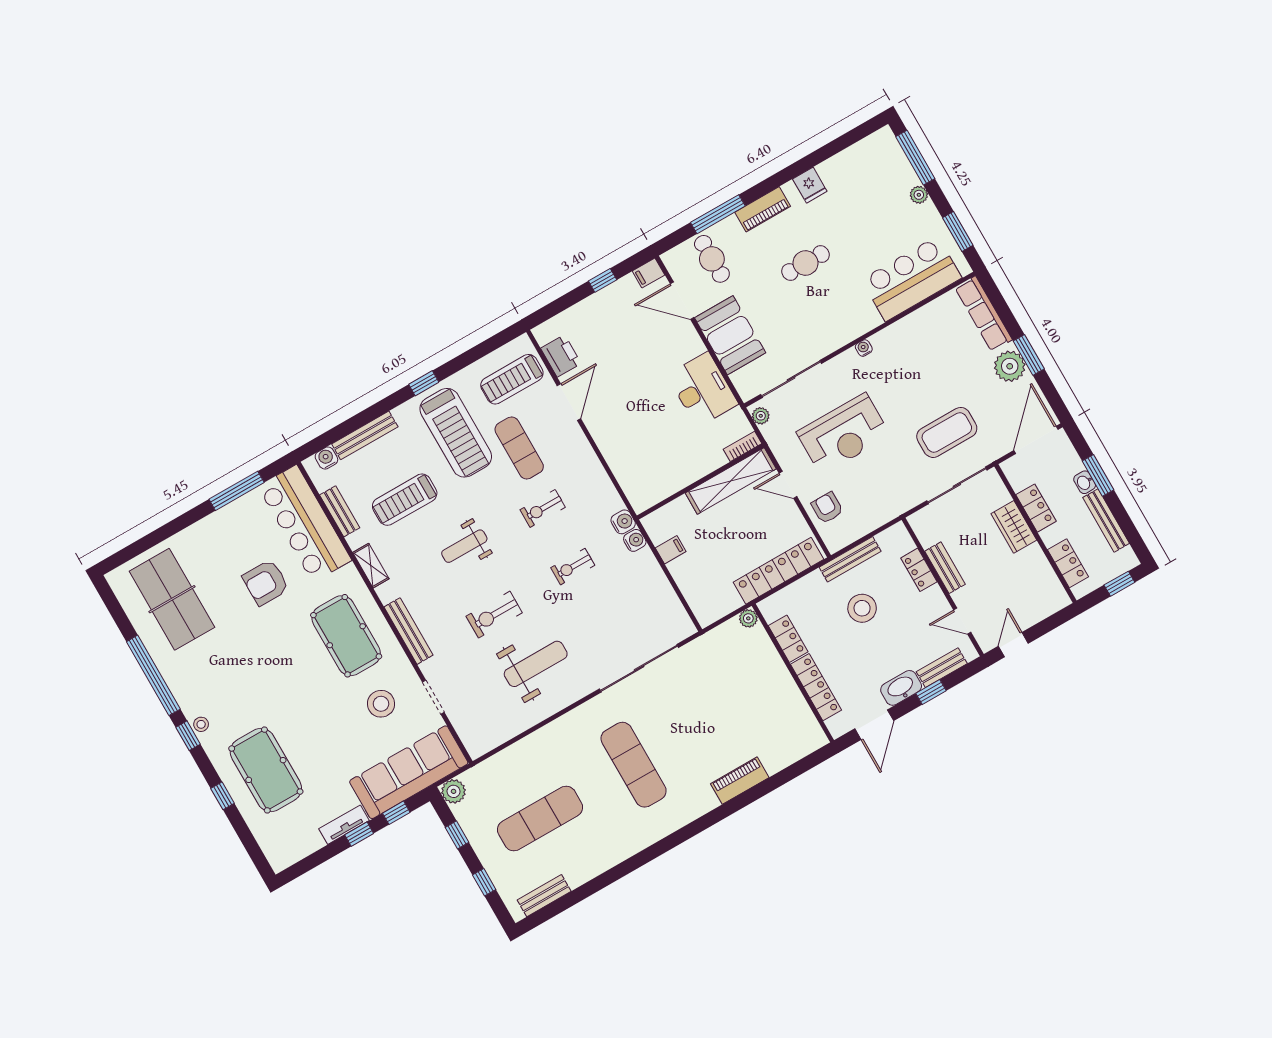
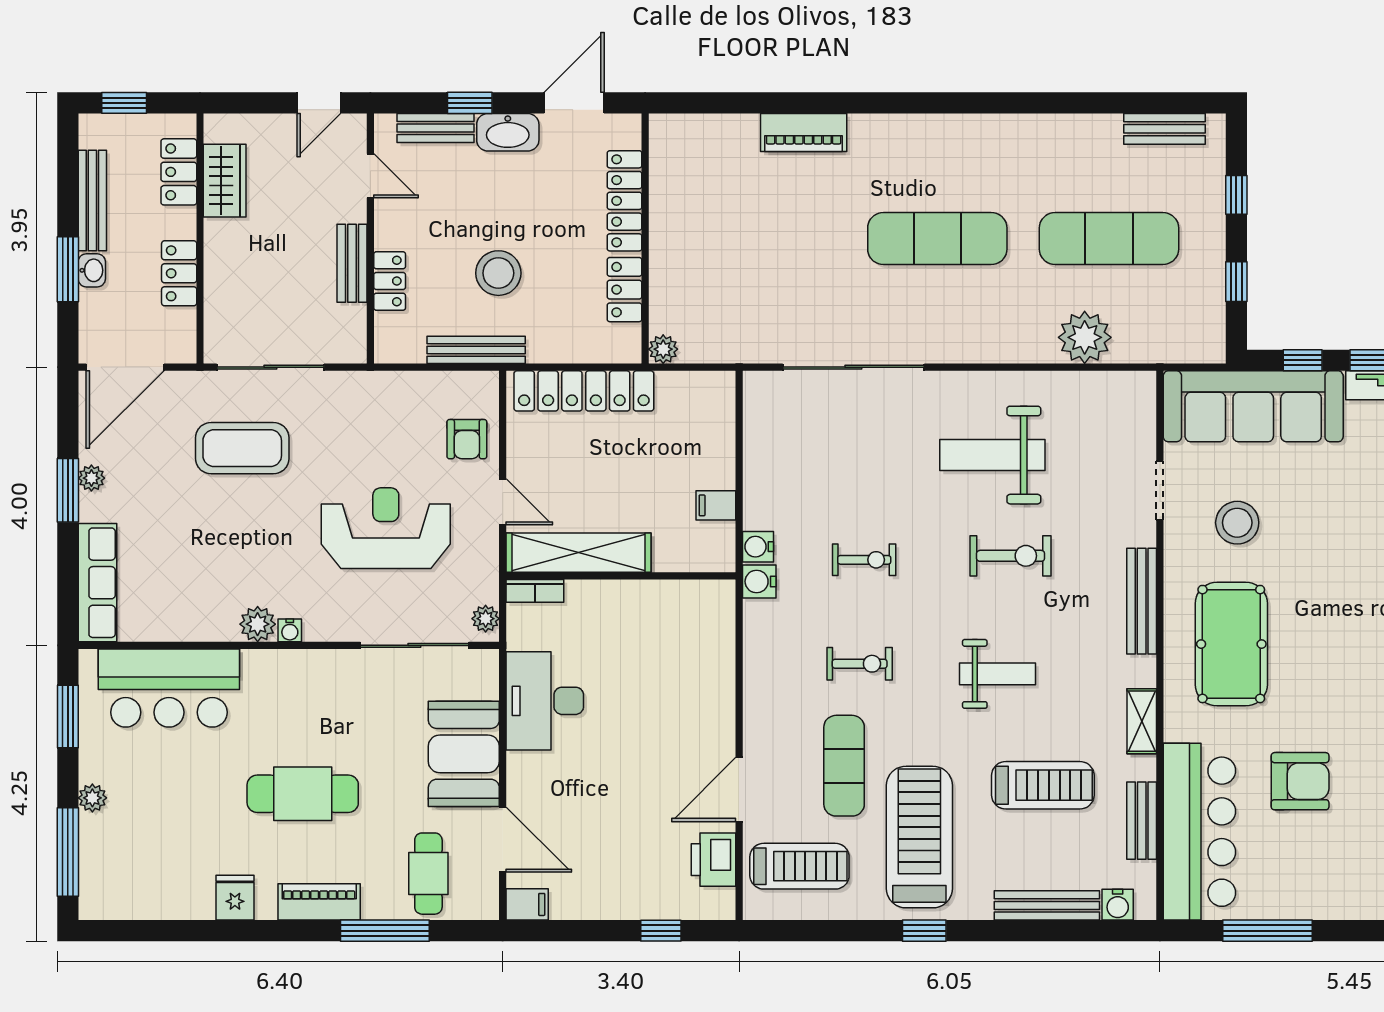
cafe table: (805, 263) -> (303, 794), width x1.37, depth x1.35
window: (603, 280) -> (661, 931), moved
plant: (883, 341) -> (258, 624), added
plant: (1010, 366) -> (91, 478), width x0.53, depth x0.53
wardrobe: (1014, 527) -> (225, 181), moved
exercise mat: (634, 765) -> (937, 239), turned 90
plant: (454, 791) -> (1085, 337), moved, width x1.36, depth x1.36

